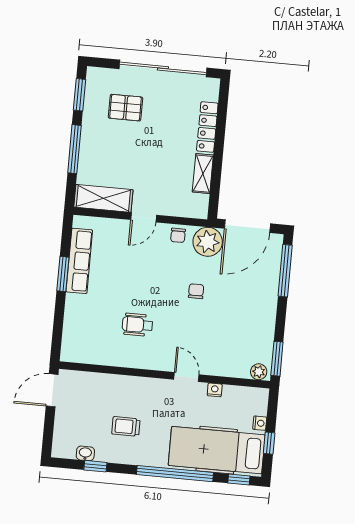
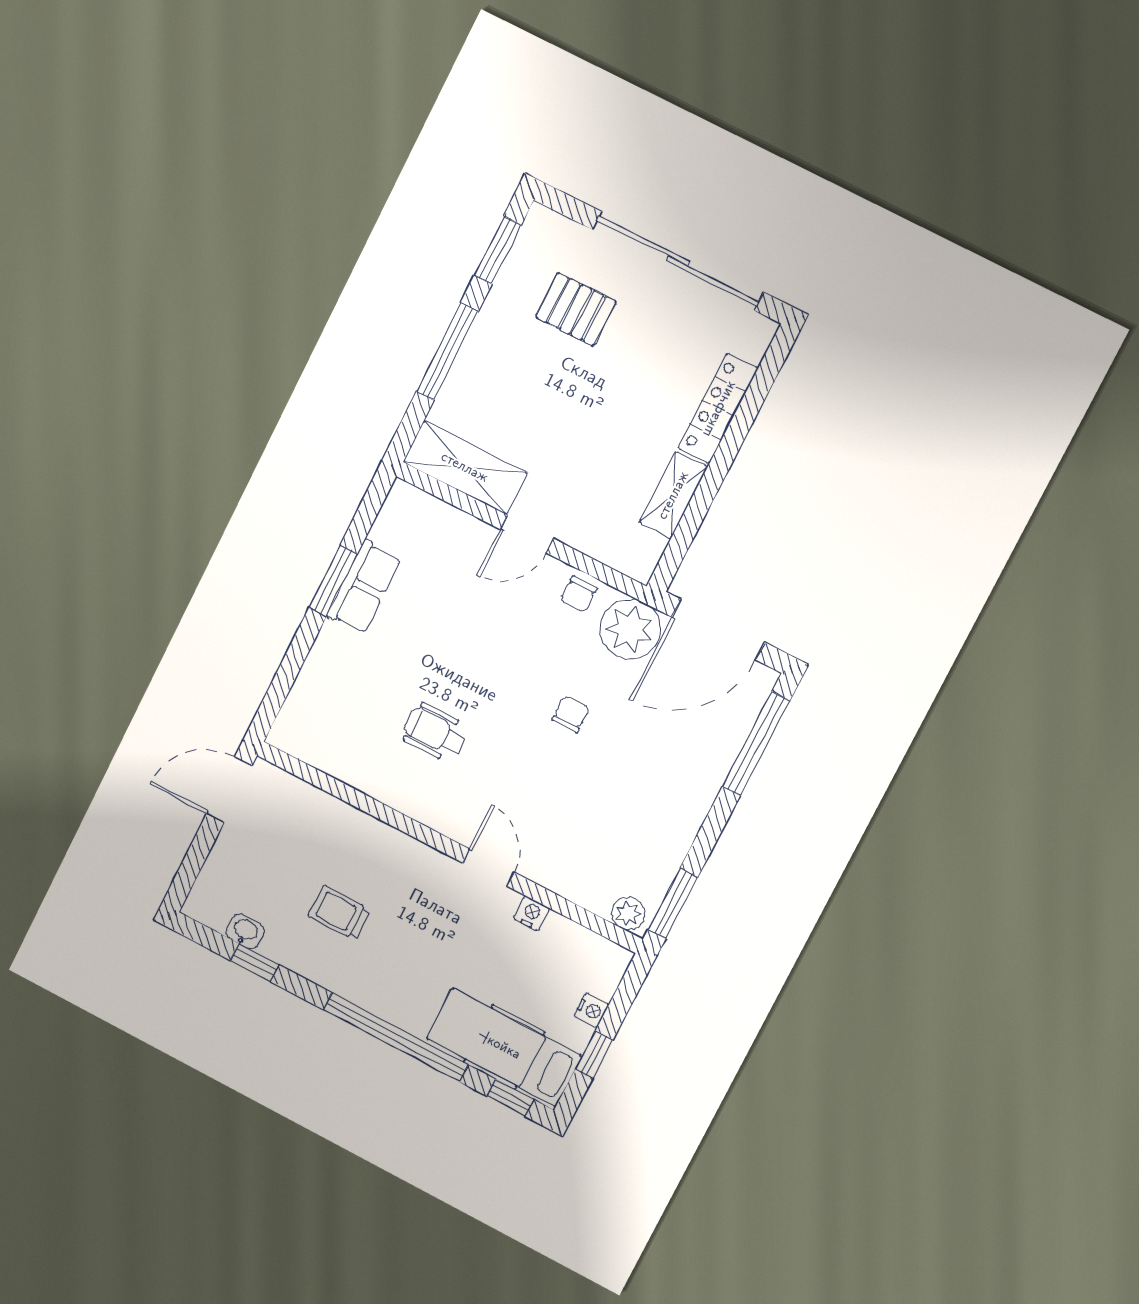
row of seats: (79, 261) -> (364, 587), width x0.68
hospital bed: (217, 450) -> (504, 1047), width x0.73, depth x0.78

